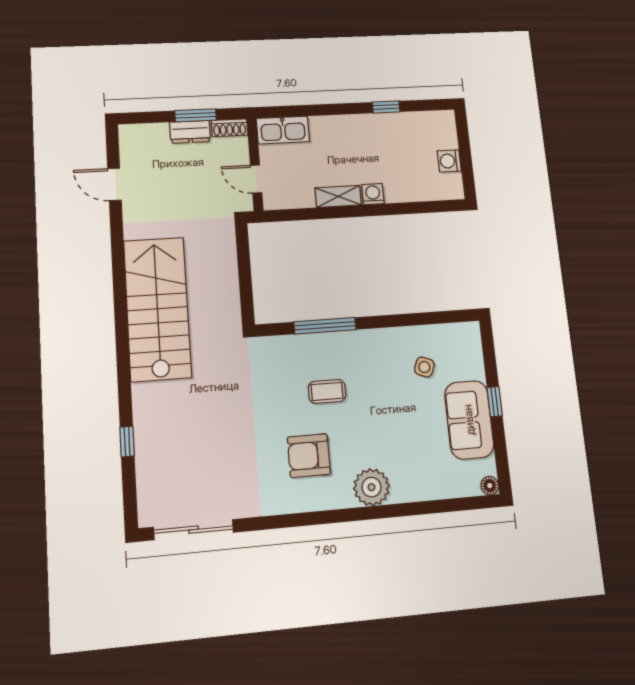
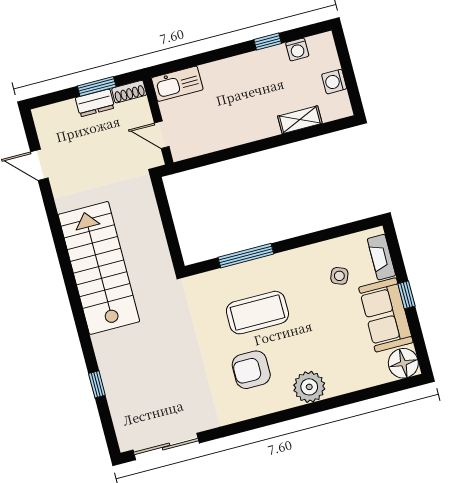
washing machine: (373, 194) -> (297, 49), moved, turned 180
shelving: (338, 196) -> (300, 120), moved
fireplace: (473, 355) -> (381, 257), added
coffee table: (327, 391) -> (257, 313), width x1.86, depth x1.72
floor lamp: (490, 486) -> (403, 363), width x1.89, depth x1.89

